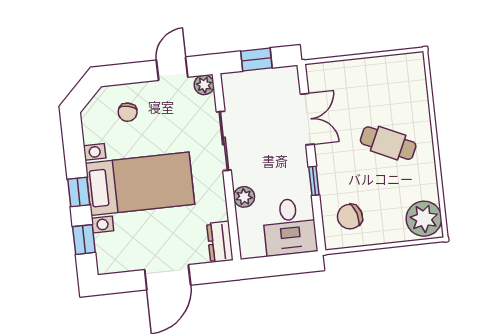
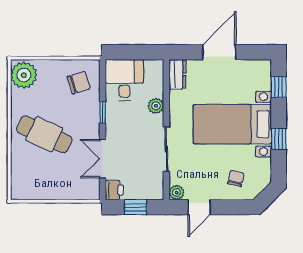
printer: (287, 79) -> (114, 190), added
cafe table: (388, 143) -> (44, 134), width x1.37, depth x1.35
window: (79, 192) -> (279, 139), moved

